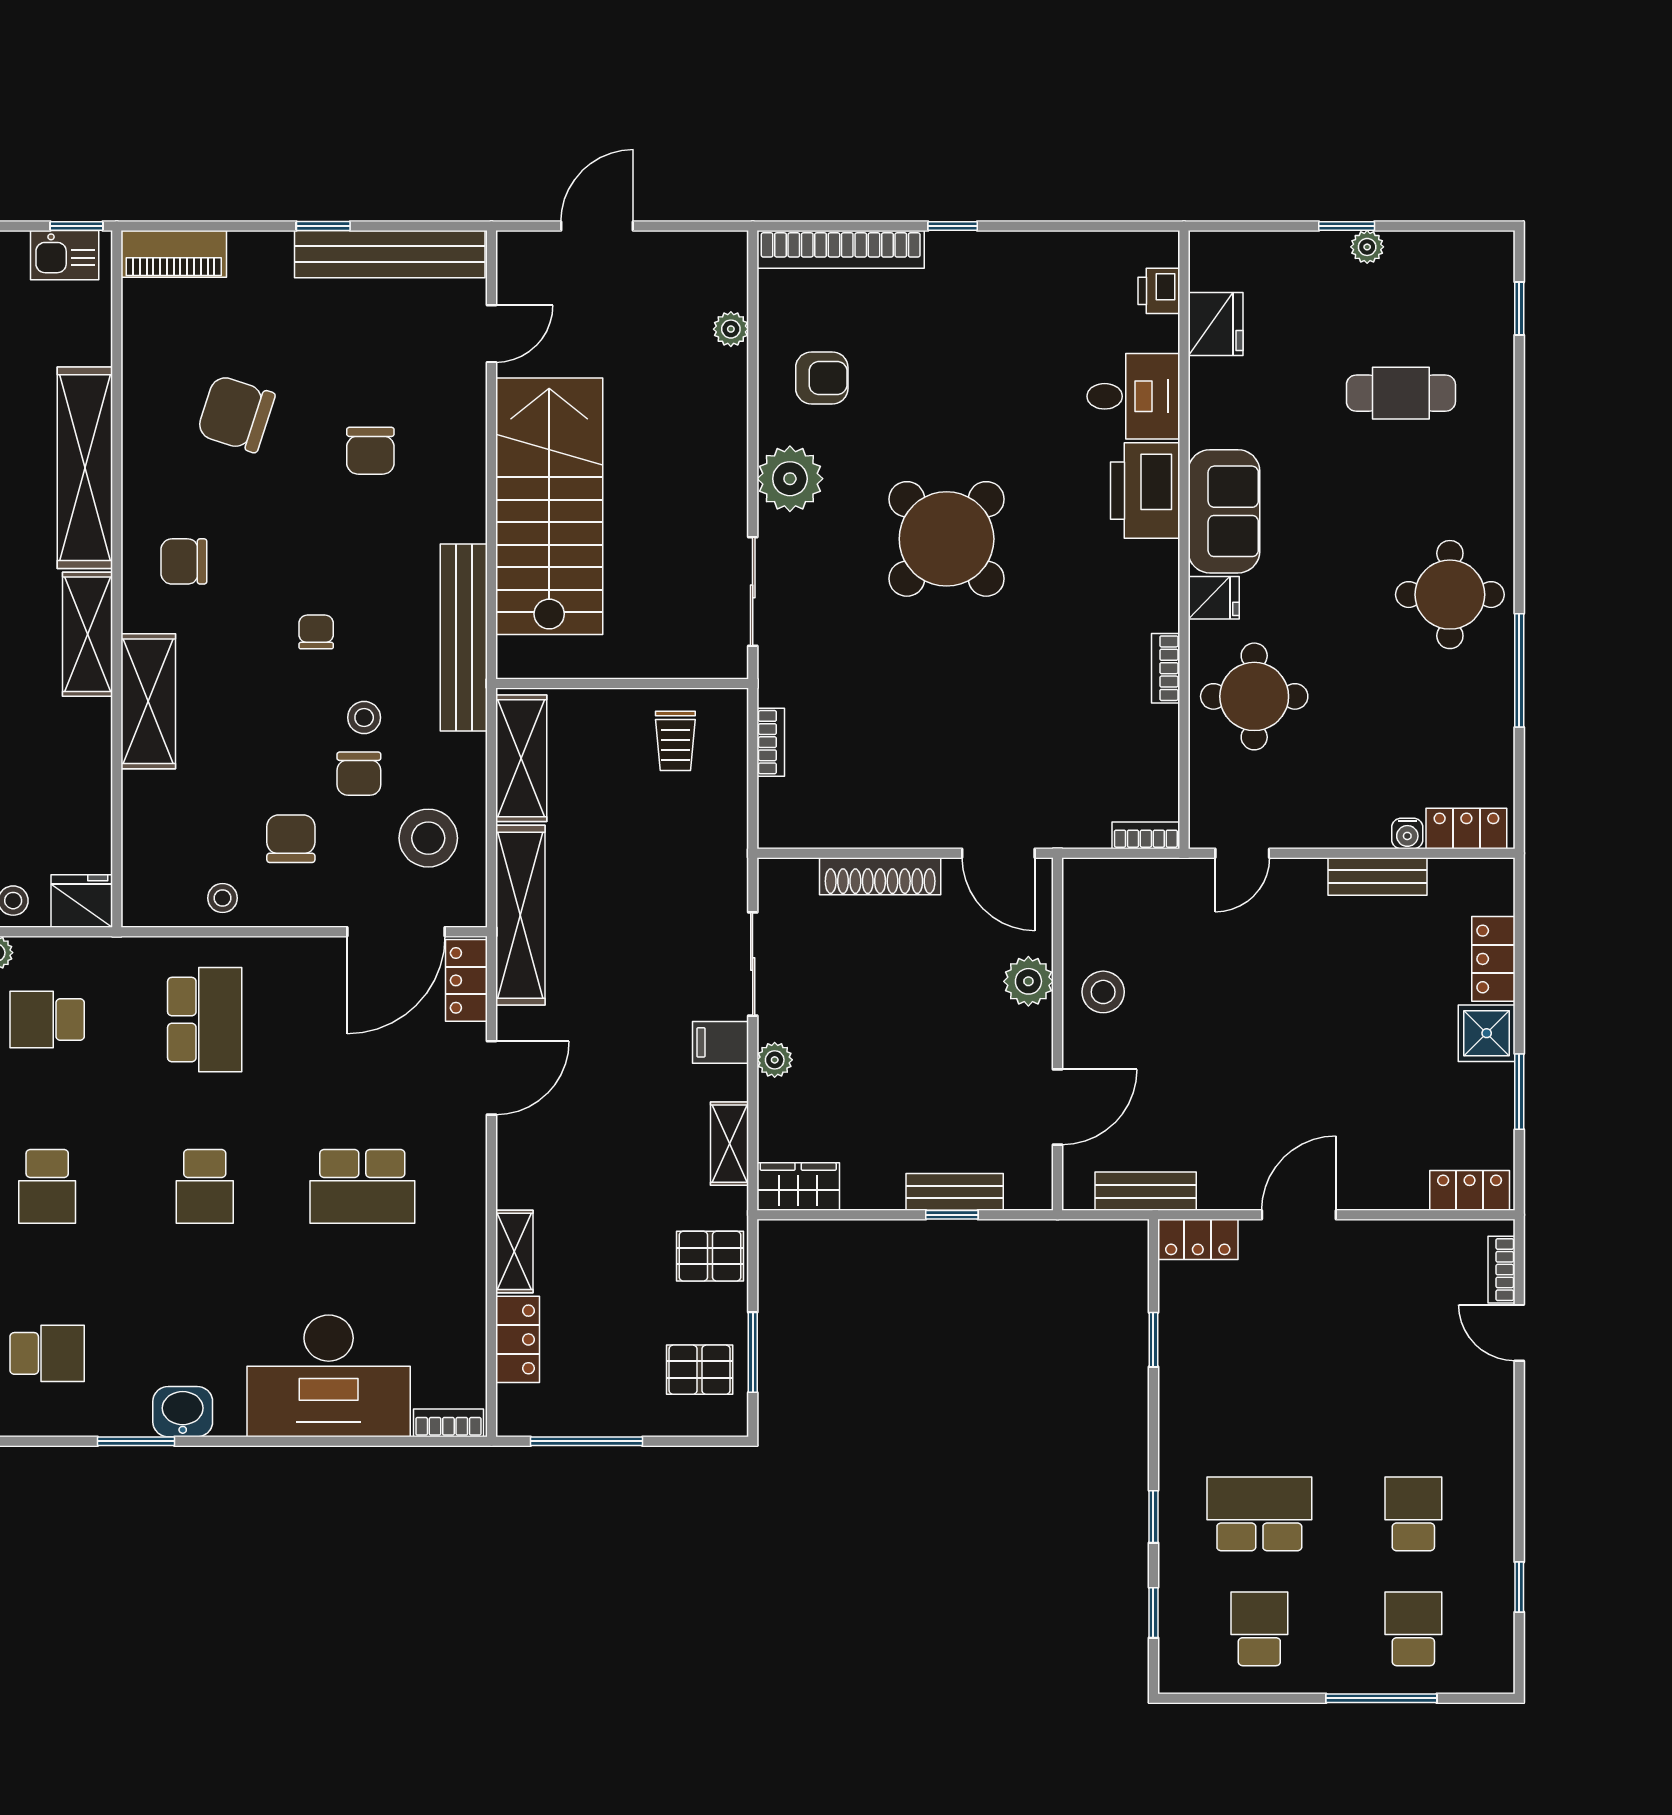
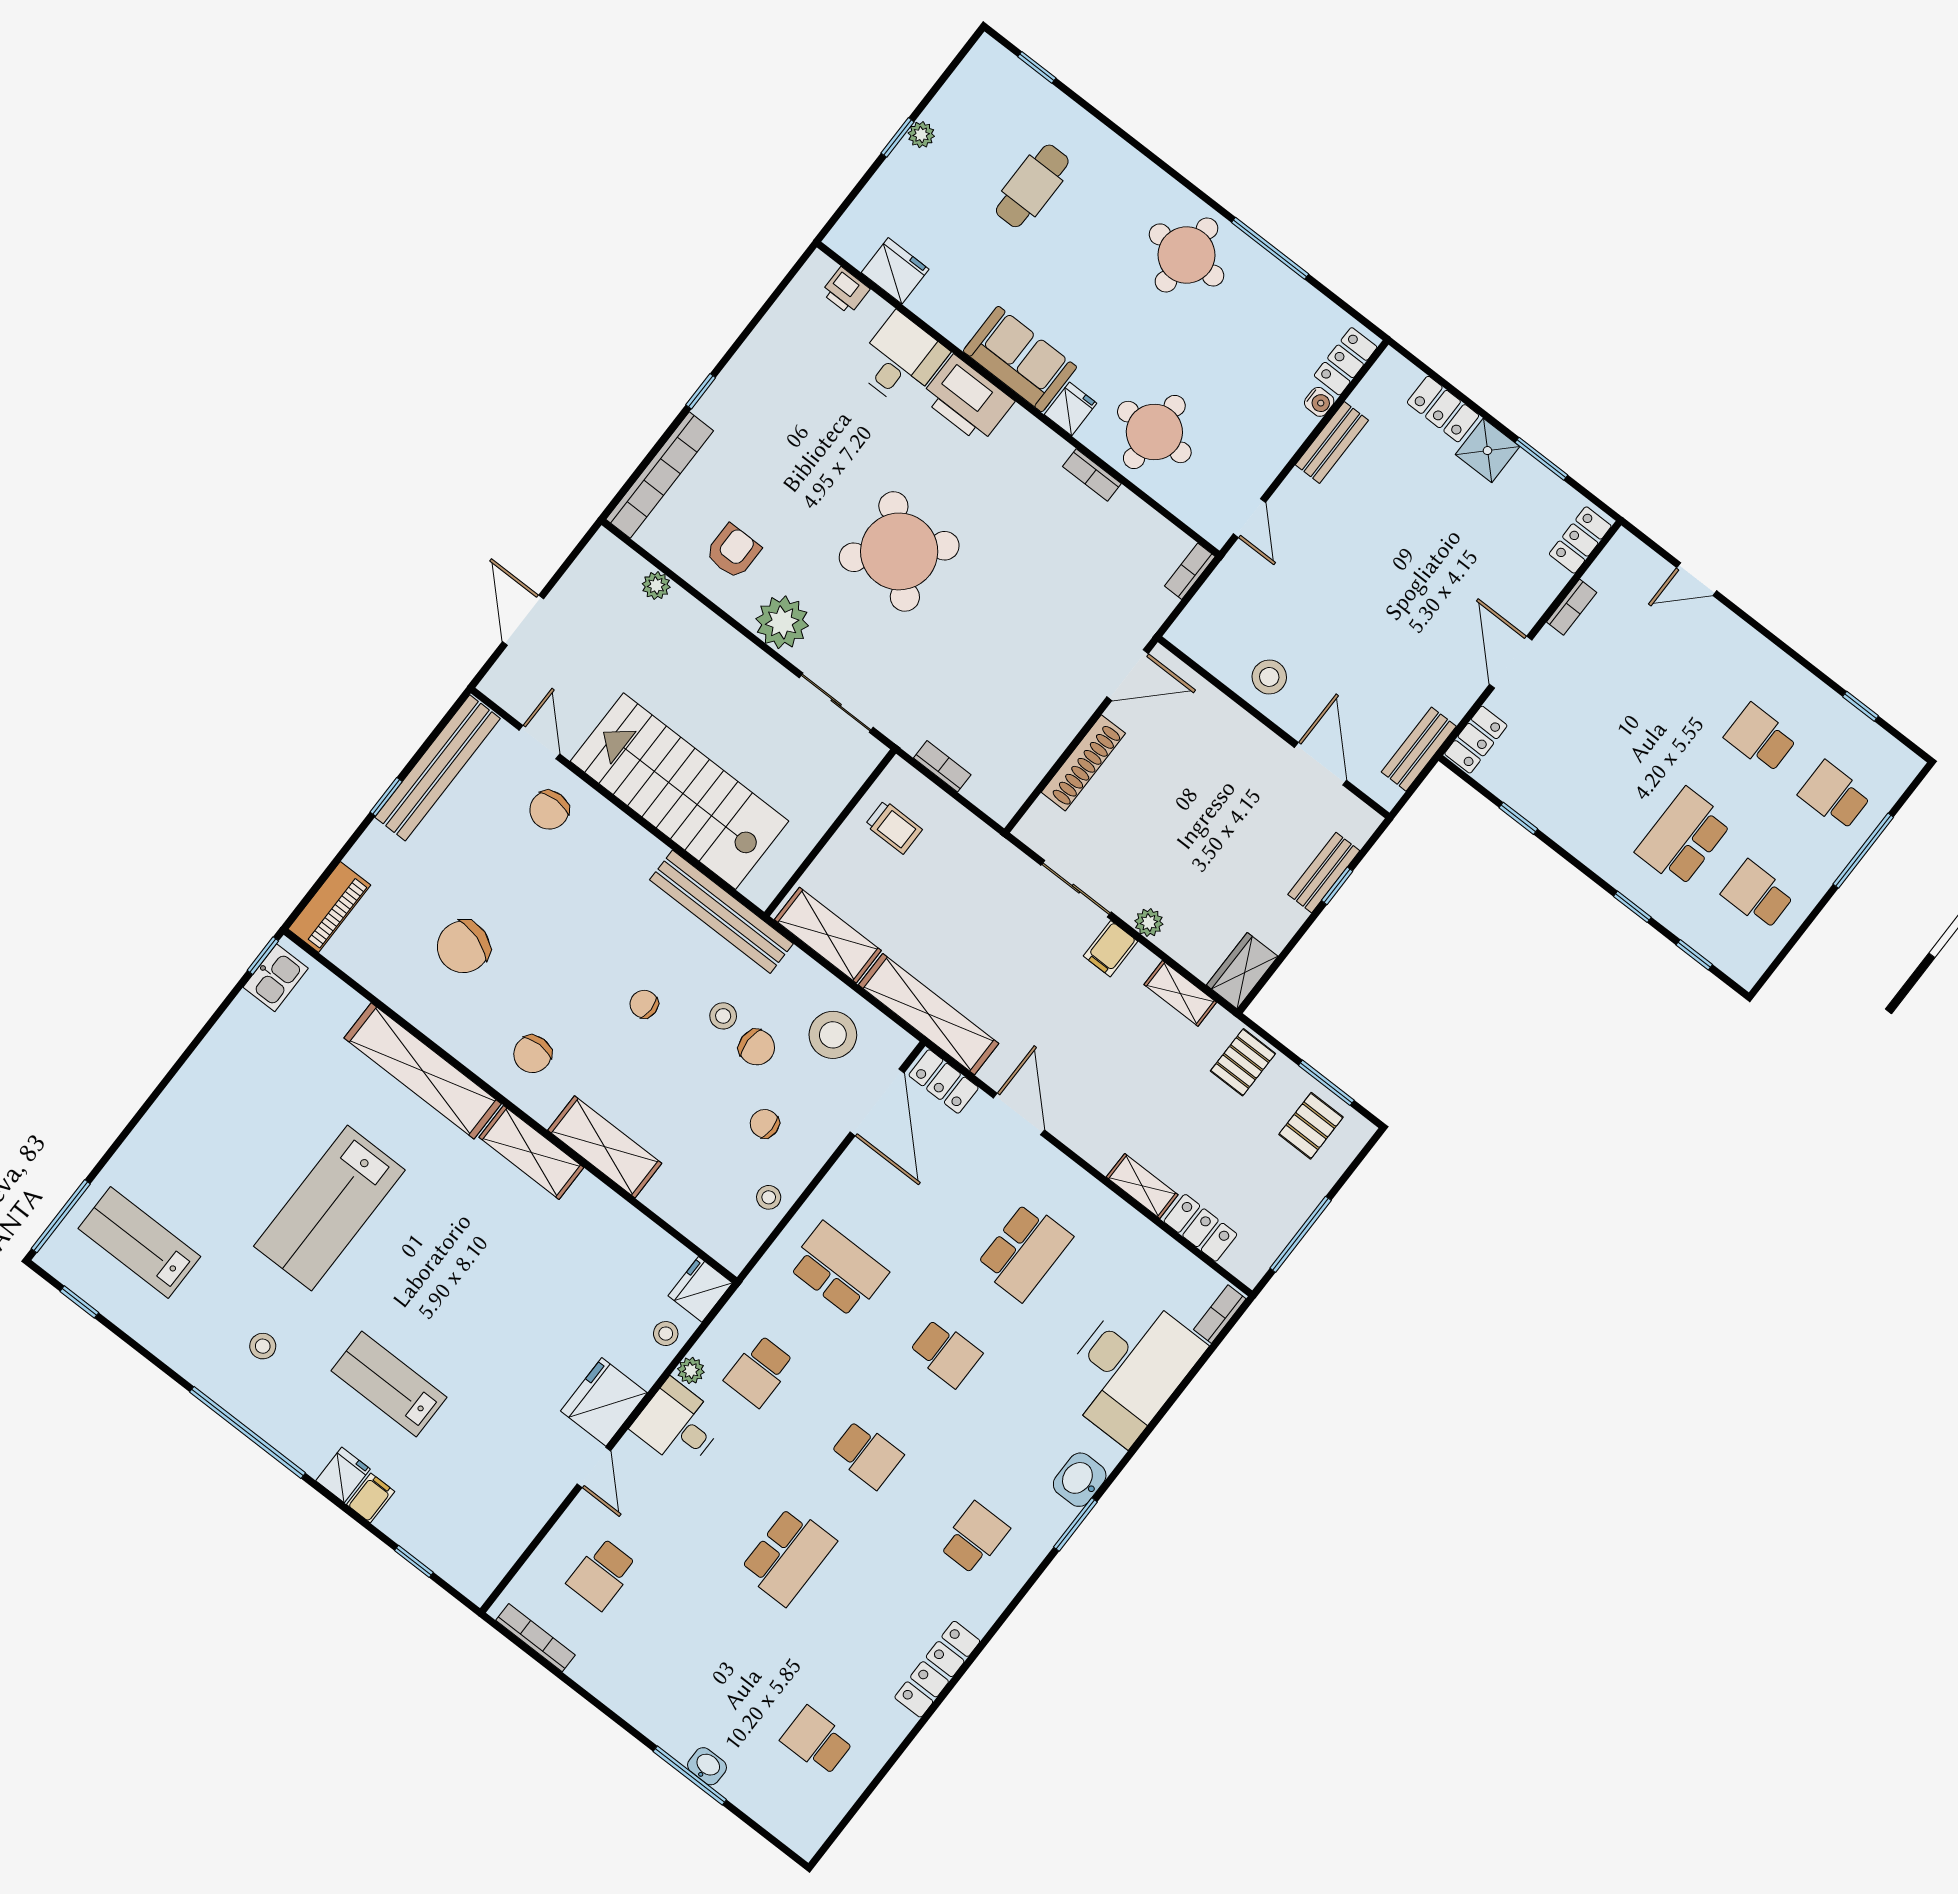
chair: (370, 451) -> (549, 810), moved, turned 90
chair: (291, 839) -> (765, 1124), width x0.73, depth x0.73
plant: (1028, 981) -> (1225, 720), removed
bookcase: (1502, 1270) -> (1572, 607), moved, turned -90

